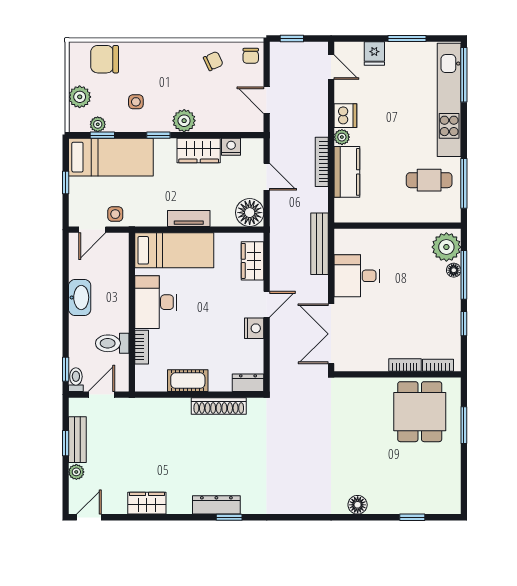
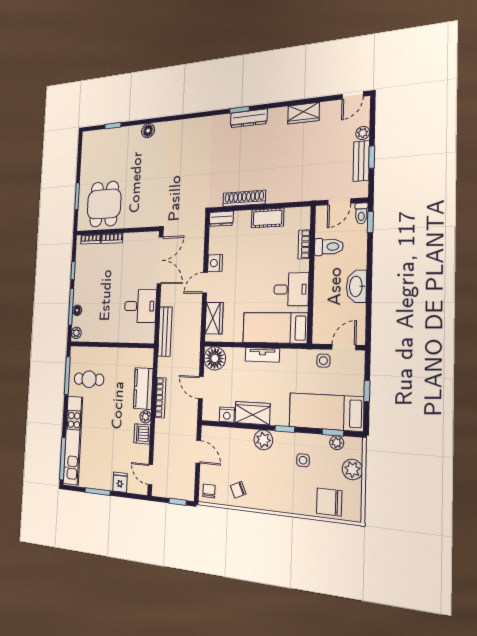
chair: (105, 59) -> (329, 502), turned 180
plant: (446, 247) -> (76, 333), width x0.53, depth x0.53
desk: (156, 302) -> (291, 289), width x0.73

